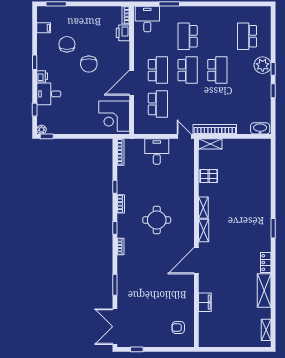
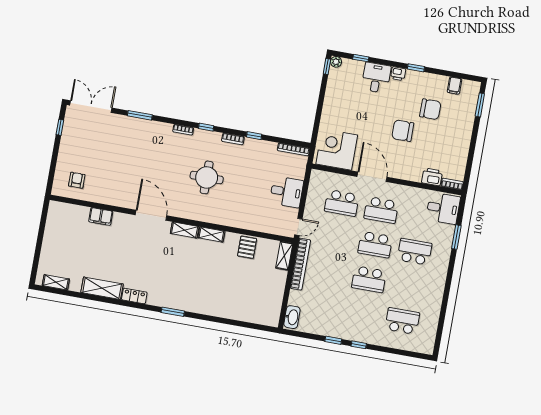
plant: (263, 65) -> (365, 333), removed

